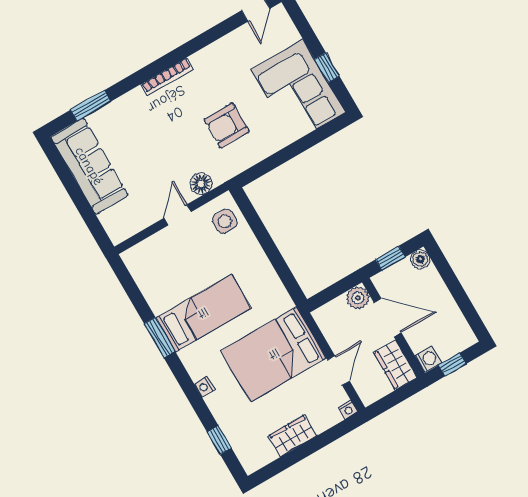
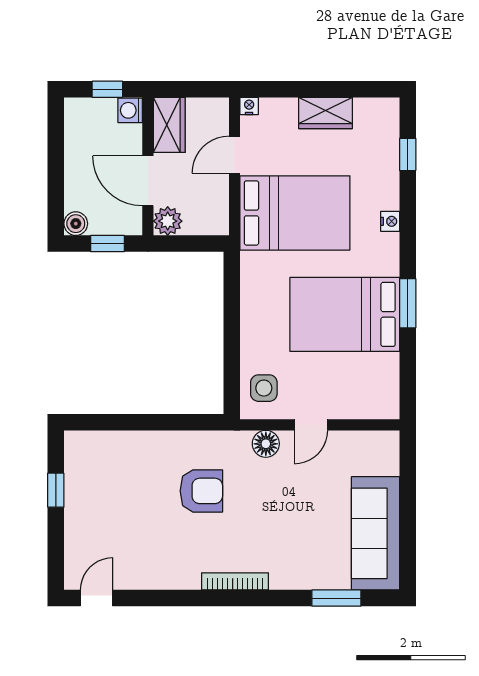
corner sofa: (298, 91) -> (102, 483), removed
bed: (203, 313) -> (345, 314), width x1.50

